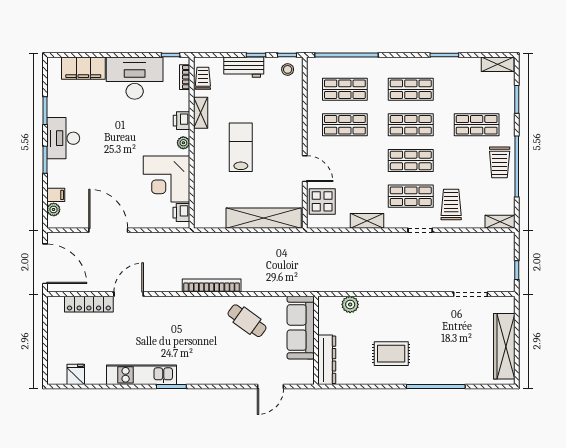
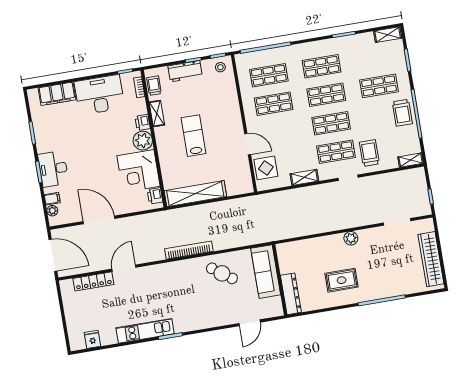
desk: (63, 138) -> (53, 169), moved
plant: (183, 143) -> (143, 141), width x1.88, depth x1.88
shelving: (264, 218) -> (195, 194), moved
plant: (350, 304) -> (351, 238), moved

